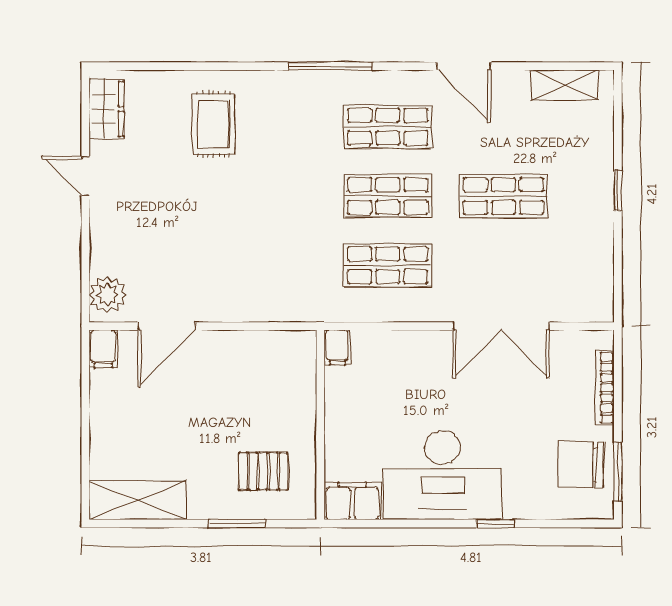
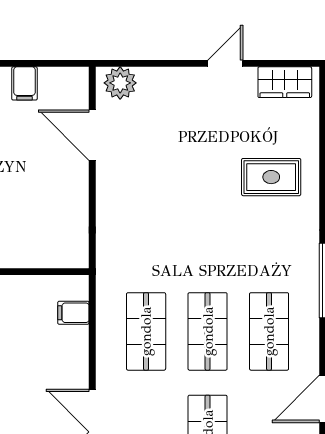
filing cabinet: (337, 347) -> (73, 313), moved
filing cabinet: (103, 349) -> (24, 83), moved, turned -90

